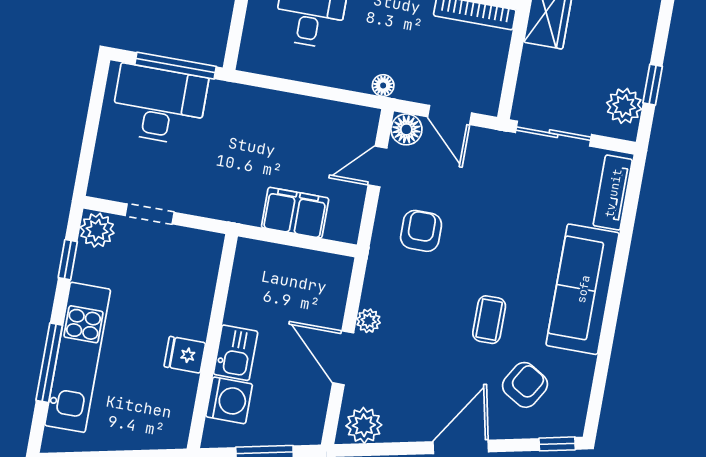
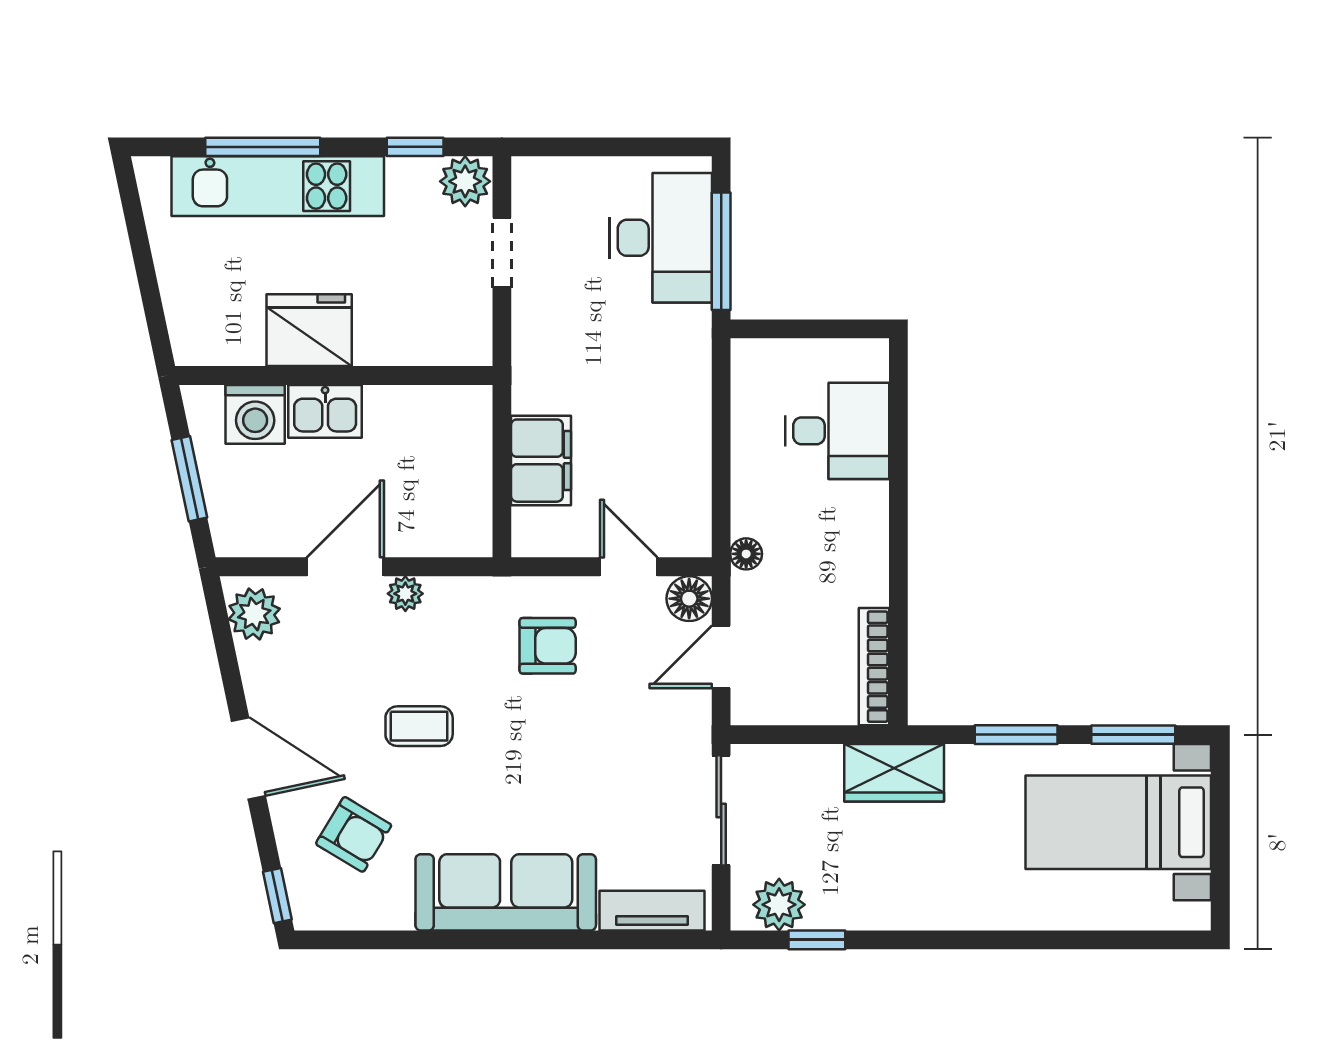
coffee table: (489, 320) -> (419, 726), moved
fridge: (185, 355) -> (309, 330), width x1.88, depth x1.34

